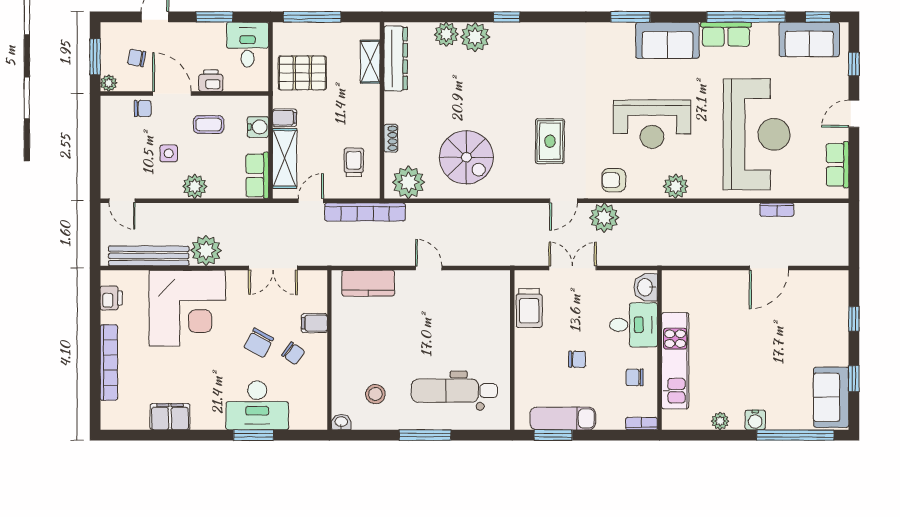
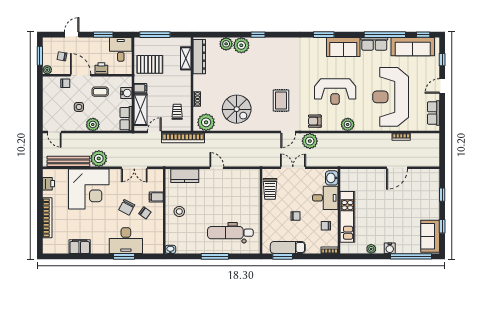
sofa: (809, 39) -> (413, 47), width x1.36
reception desk: (757, 134) -> (391, 97), turned 180
stool: (375, 394) -> (179, 211), moved

